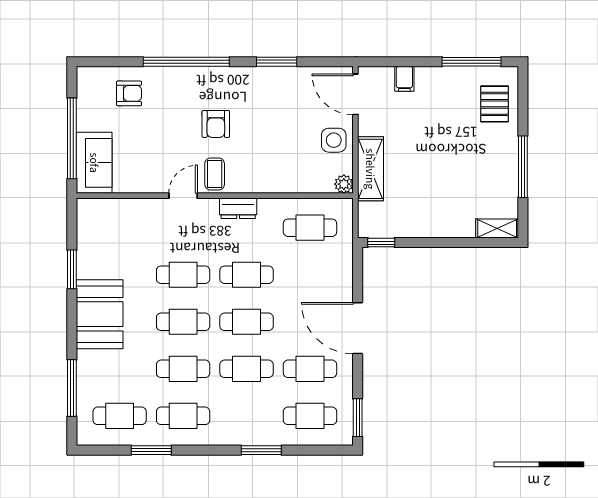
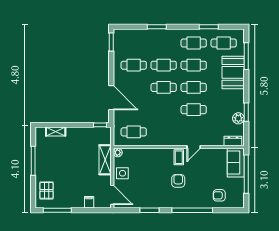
dresser: (238, 208) -> (233, 141), moved
shelving: (497, 229) -> (56, 132), moved
plant: (88, 256) -> (238, 118), added
cafe table: (247, 275) -> (164, 110), removed
booth: (100, 314) -> (233, 72), moved
door: (358, 328) -> (111, 98), moved
cafe table: (310, 416) -> (134, 43), removed

